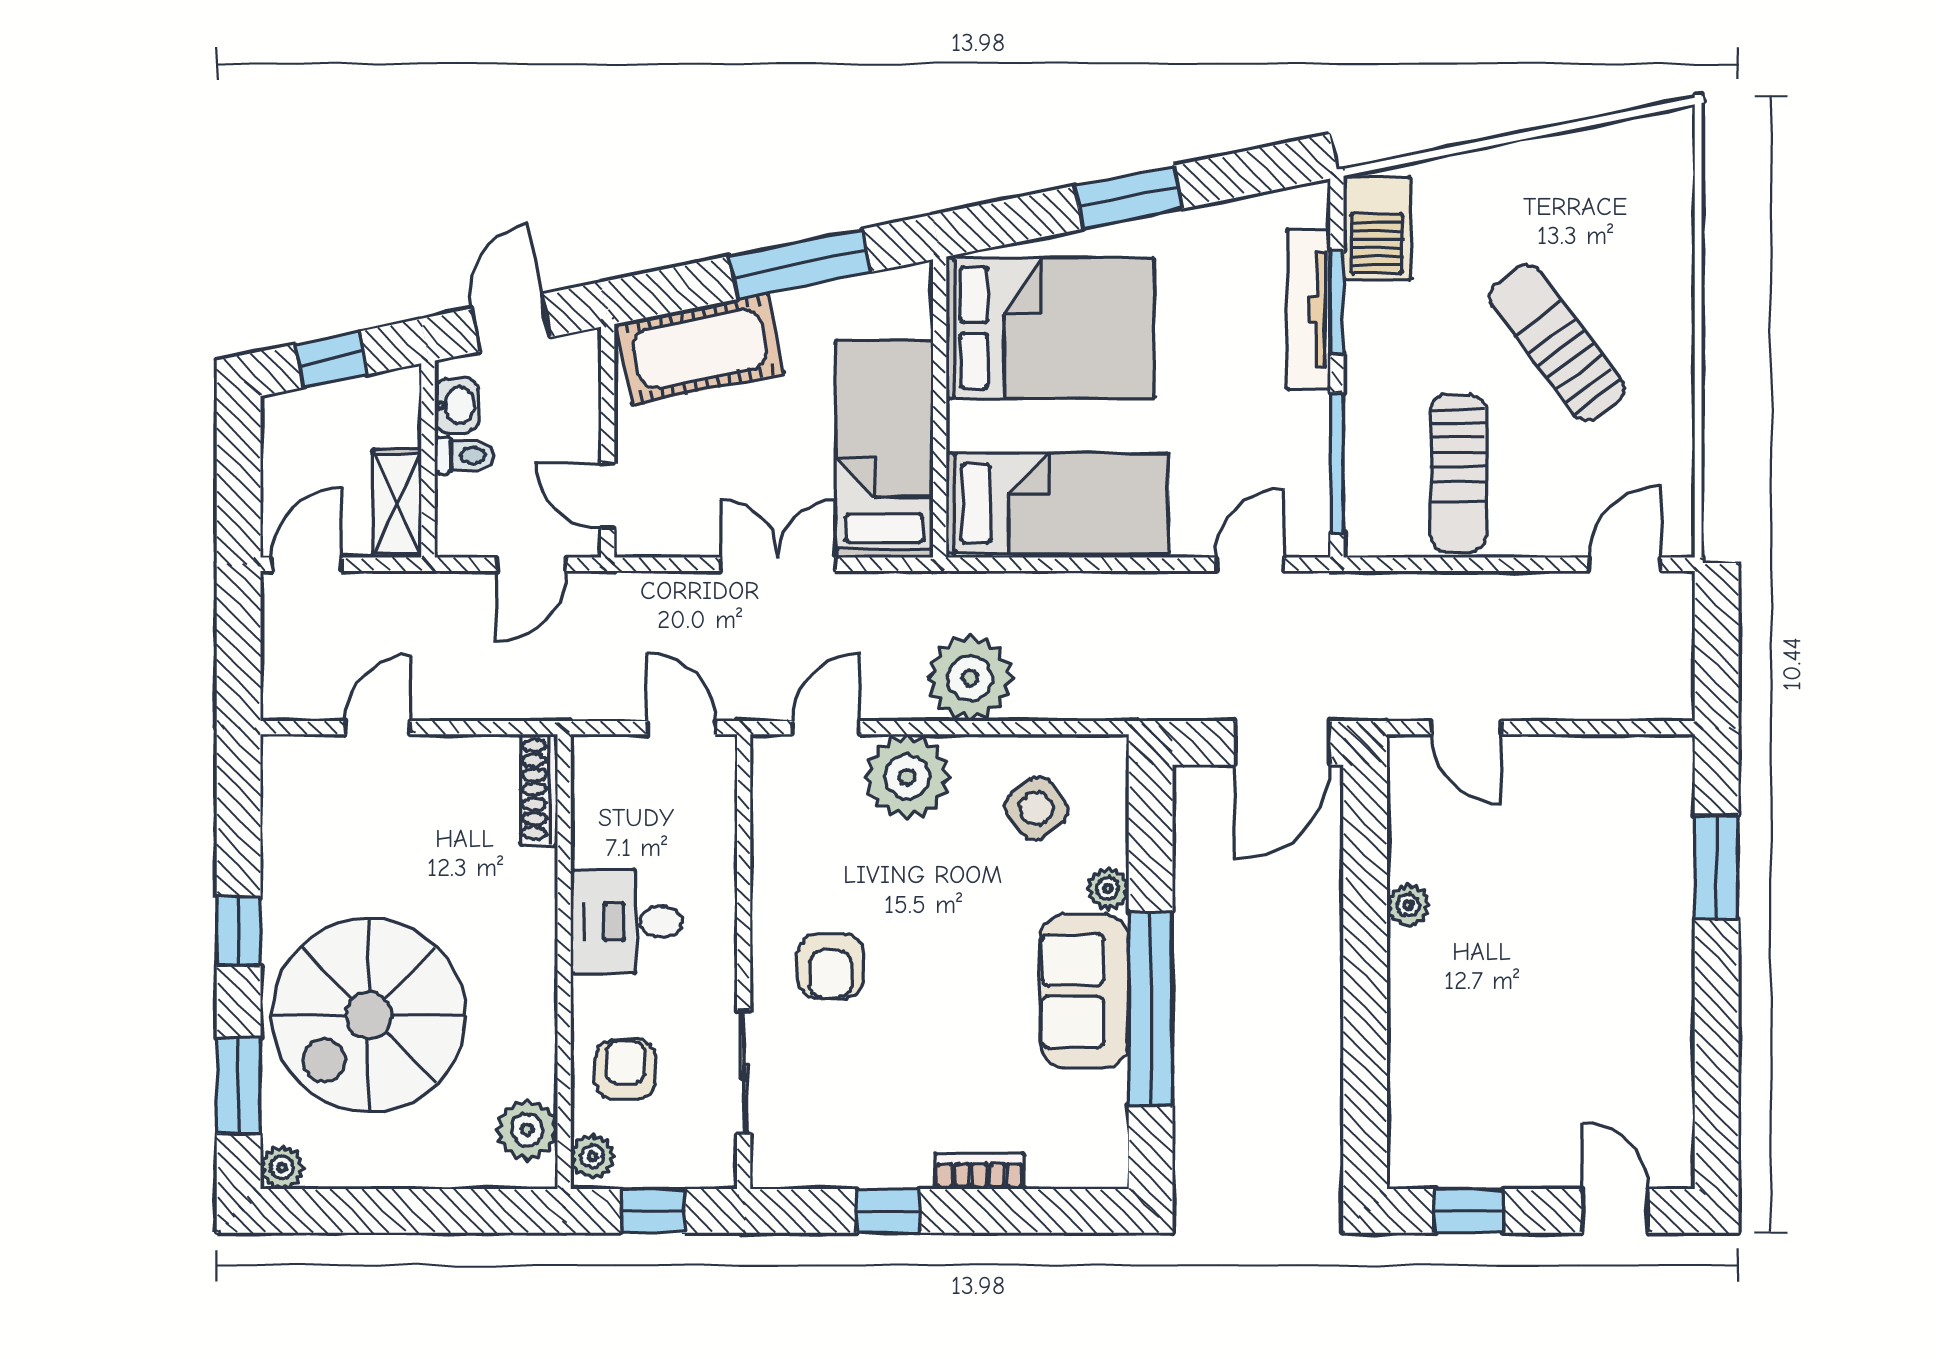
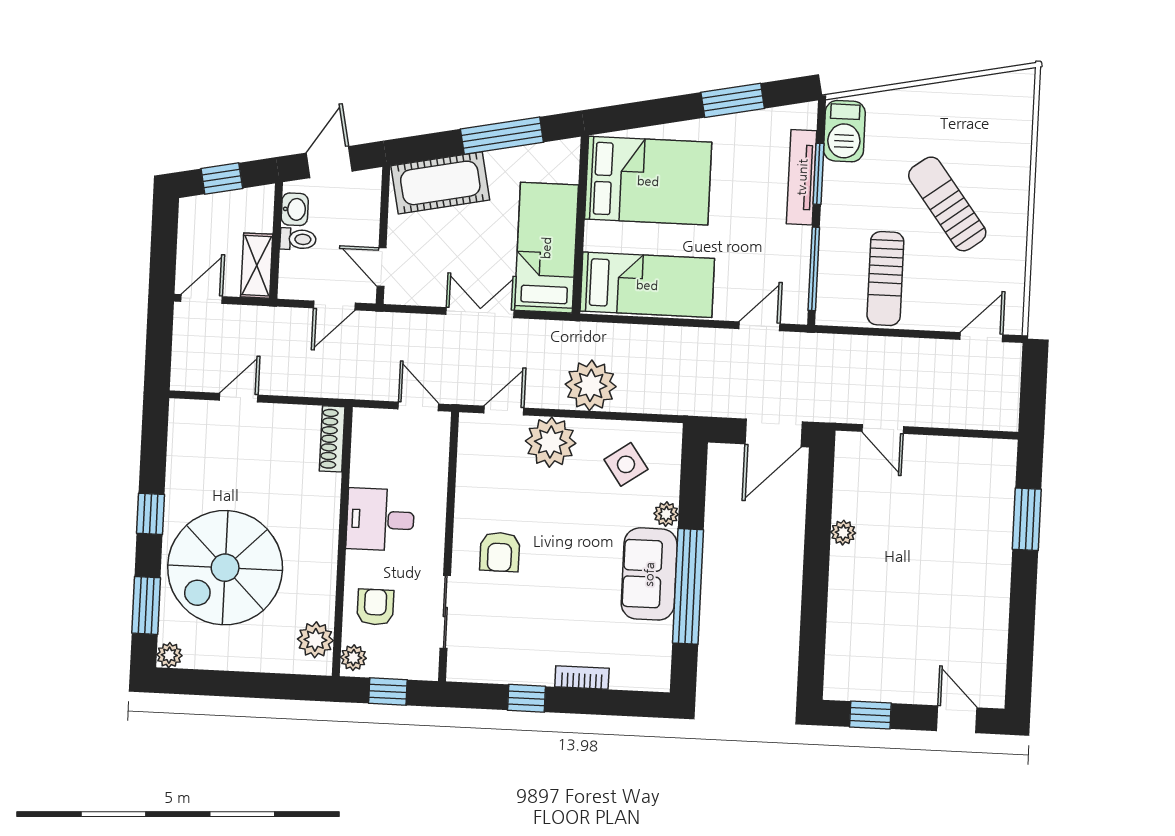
window: (1129, 197) -> (733, 100), moved

